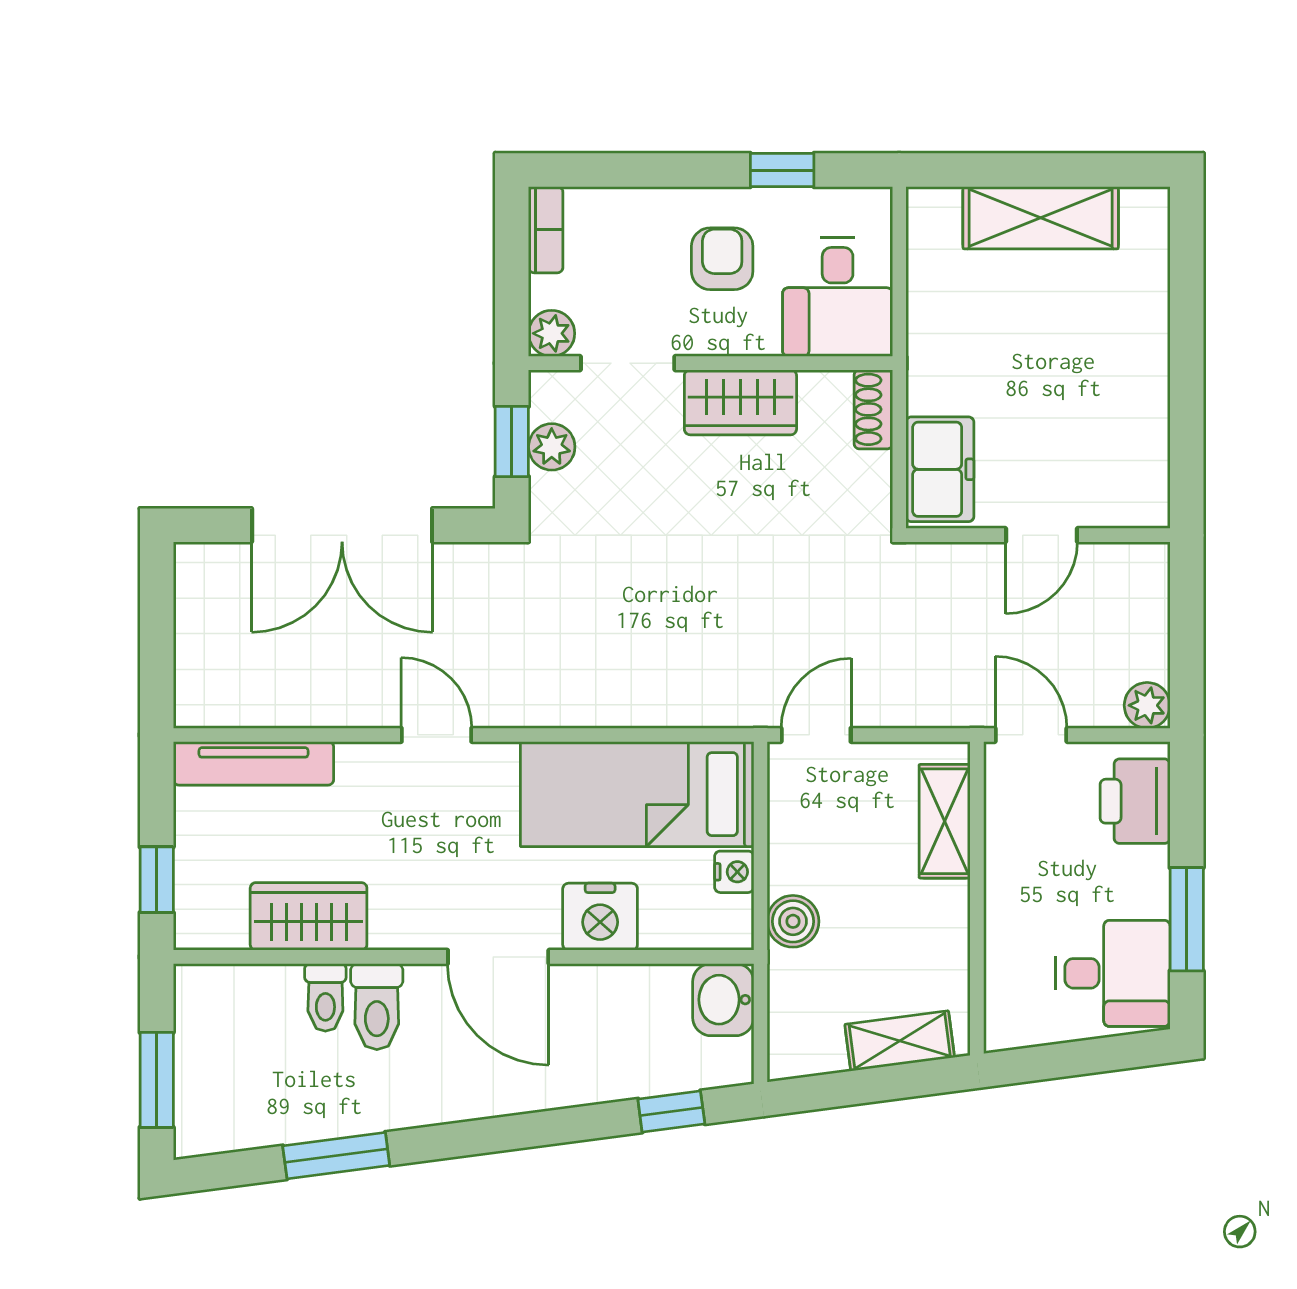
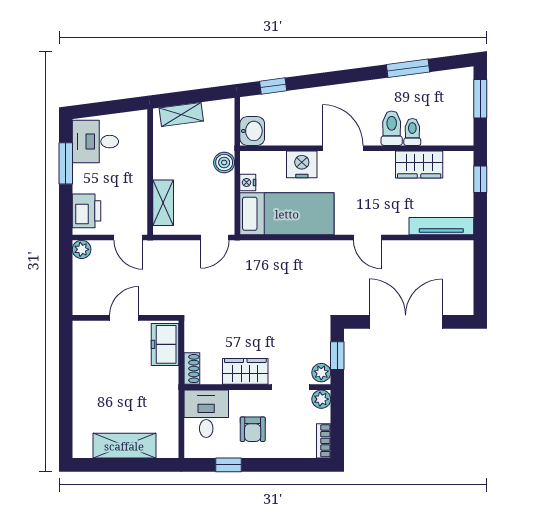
plant: (552, 447) -> (321, 373), moved

